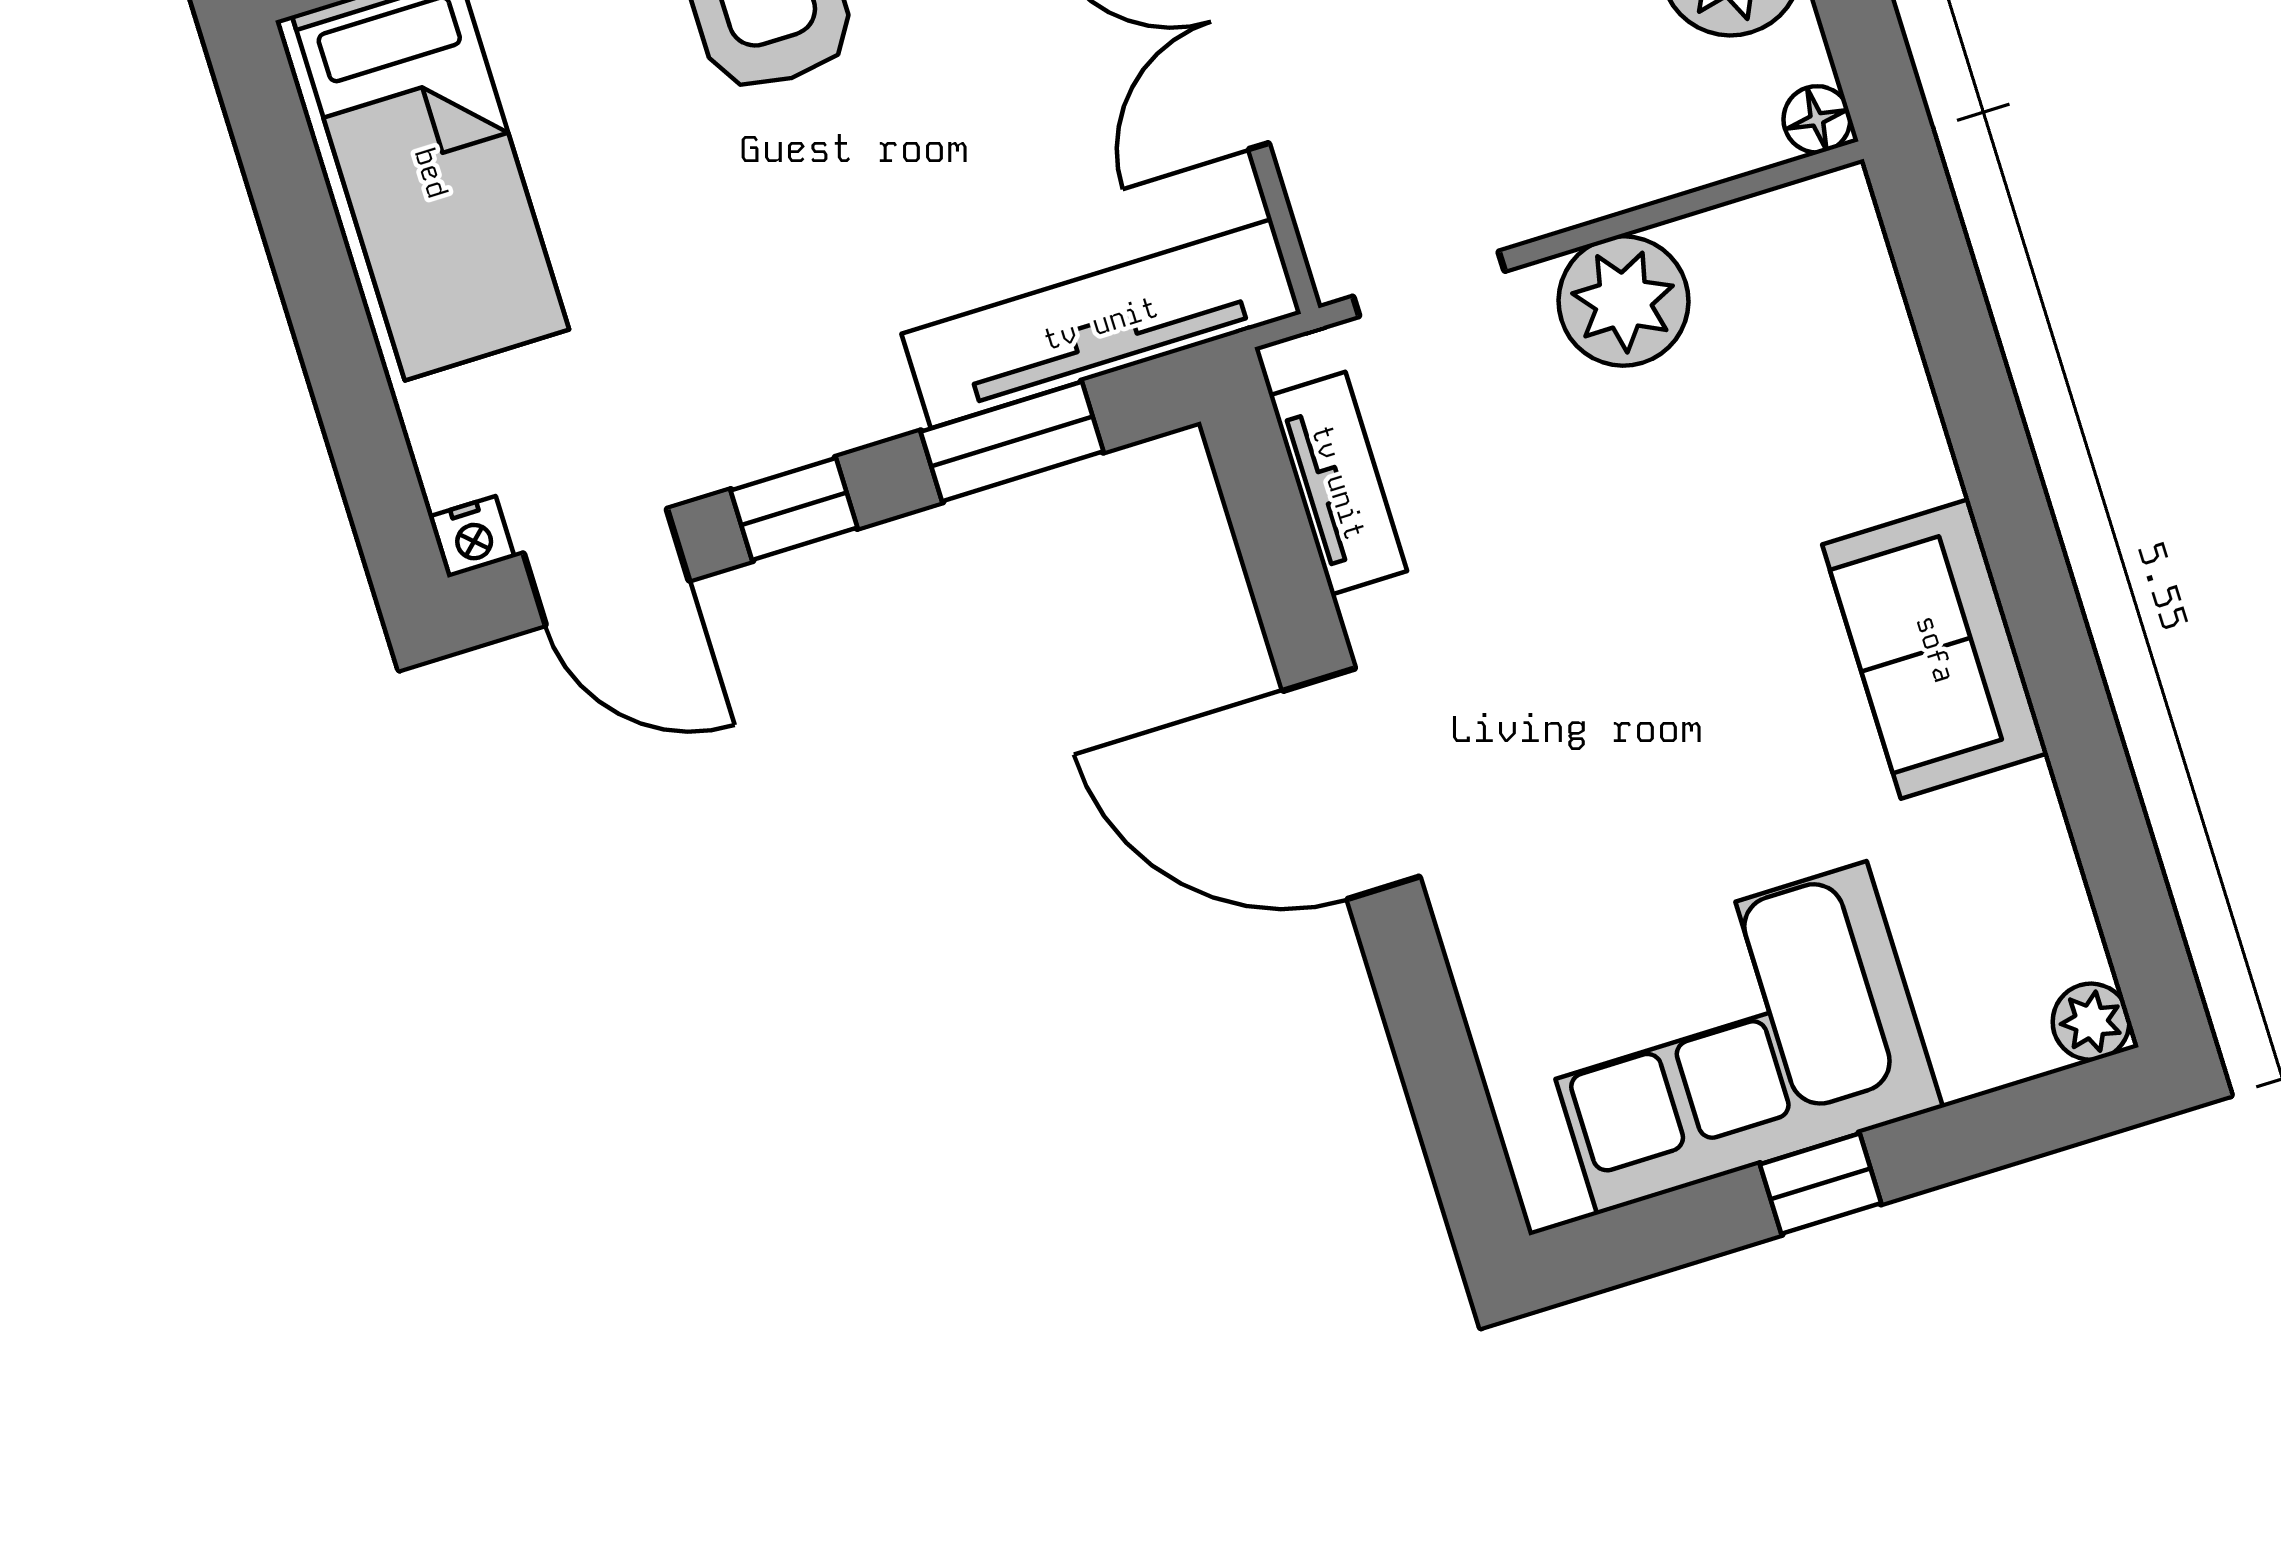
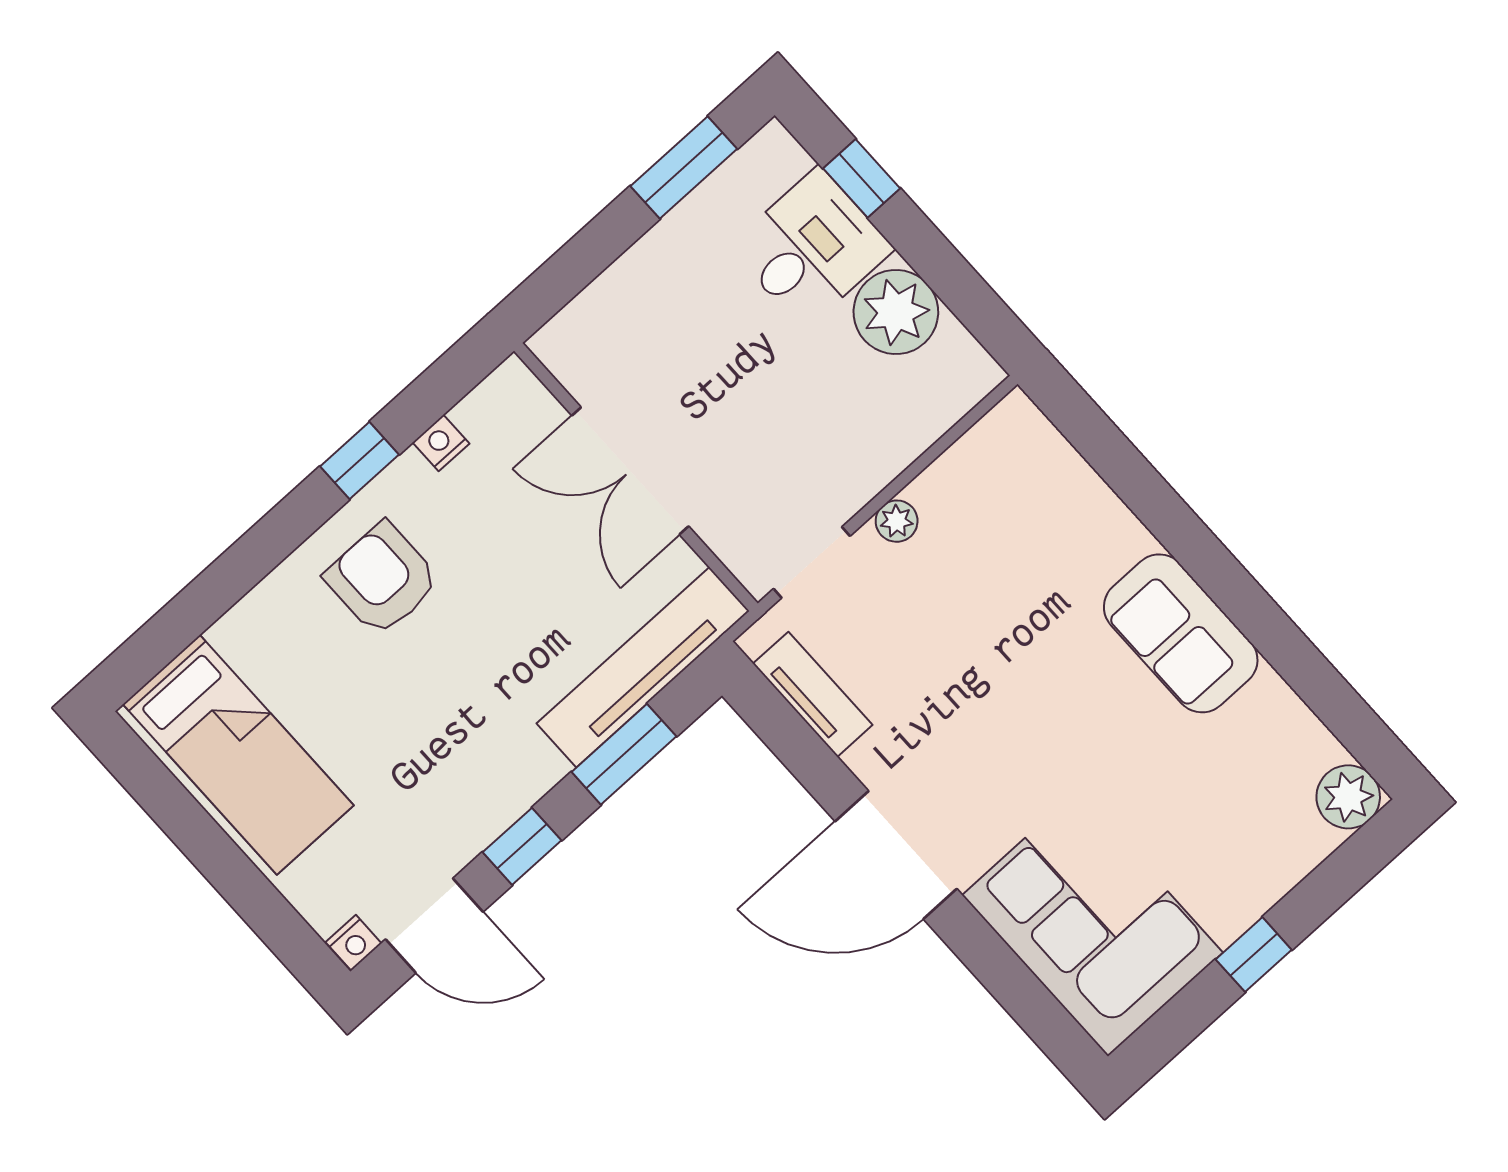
floor lamp: (1817, 119) -> (982, 374), removed
plant: (1623, 301) -> (897, 521), width x0.53, depth x0.53
plant: (2091, 1022) -> (1348, 797), width x1.38, depth x1.38
corner sofa: (1732, 1038) -> (1093, 924), moved, turned 90

